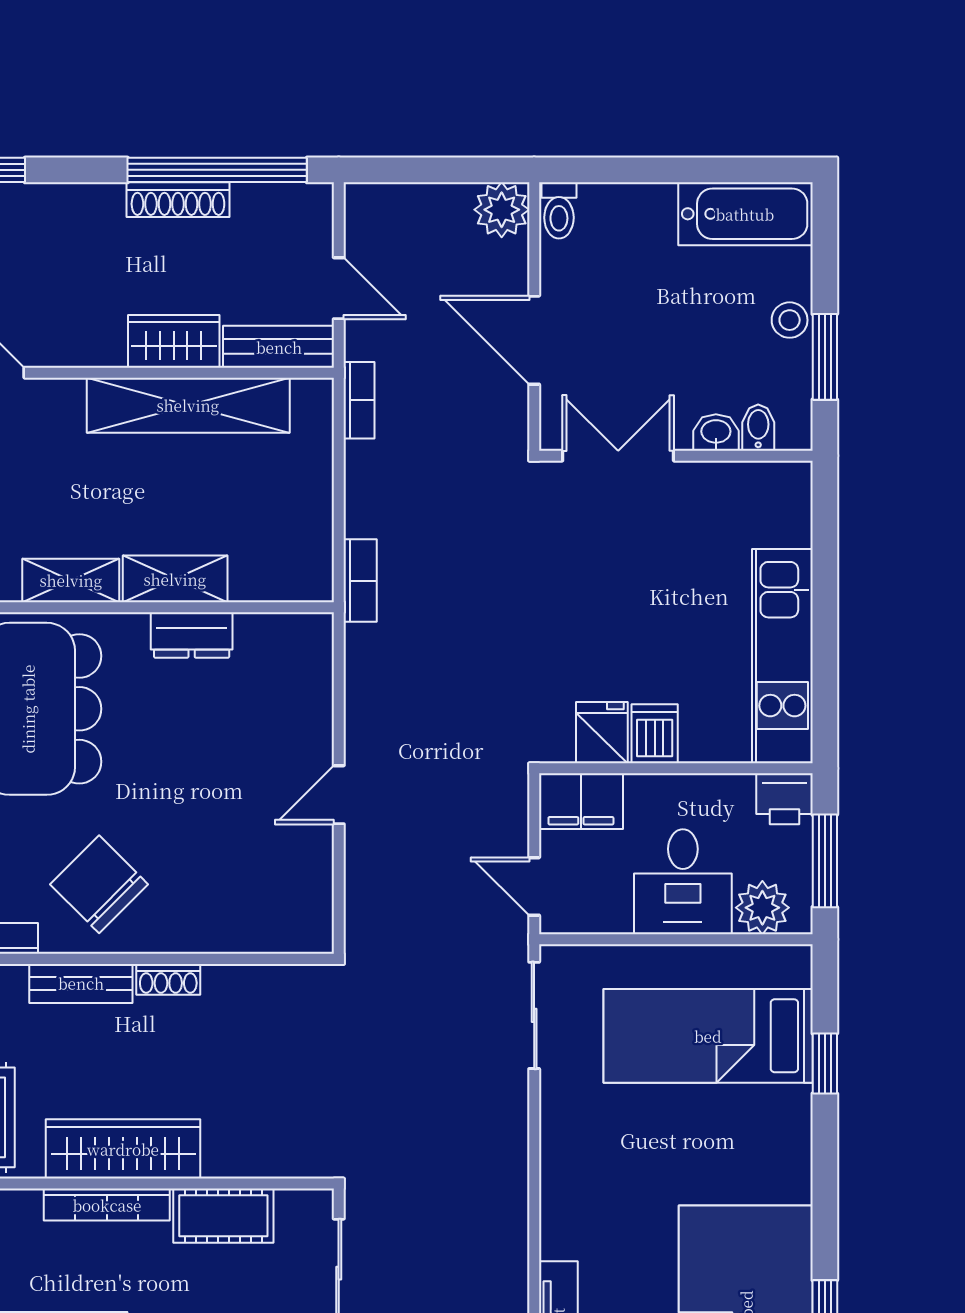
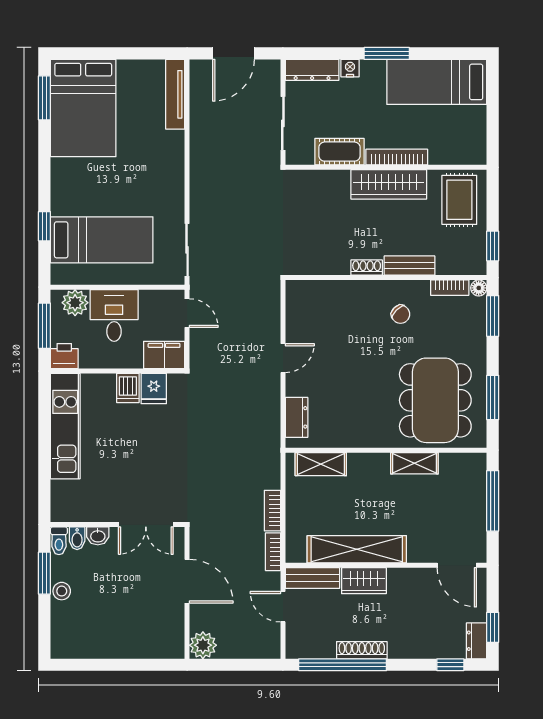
toilet: (559, 210) -> (59, 541), moved, turned 180
bathtub: (745, 214) -> (83, 643), removed
shelving: (175, 579) -> (321, 464), moved
bookcase: (360, 581) -> (272, 511), moved
dresser: (192, 635) -> (297, 417), moved, turned 90
chair: (99, 884) -> (401, 314), width x0.54, depth x0.54

